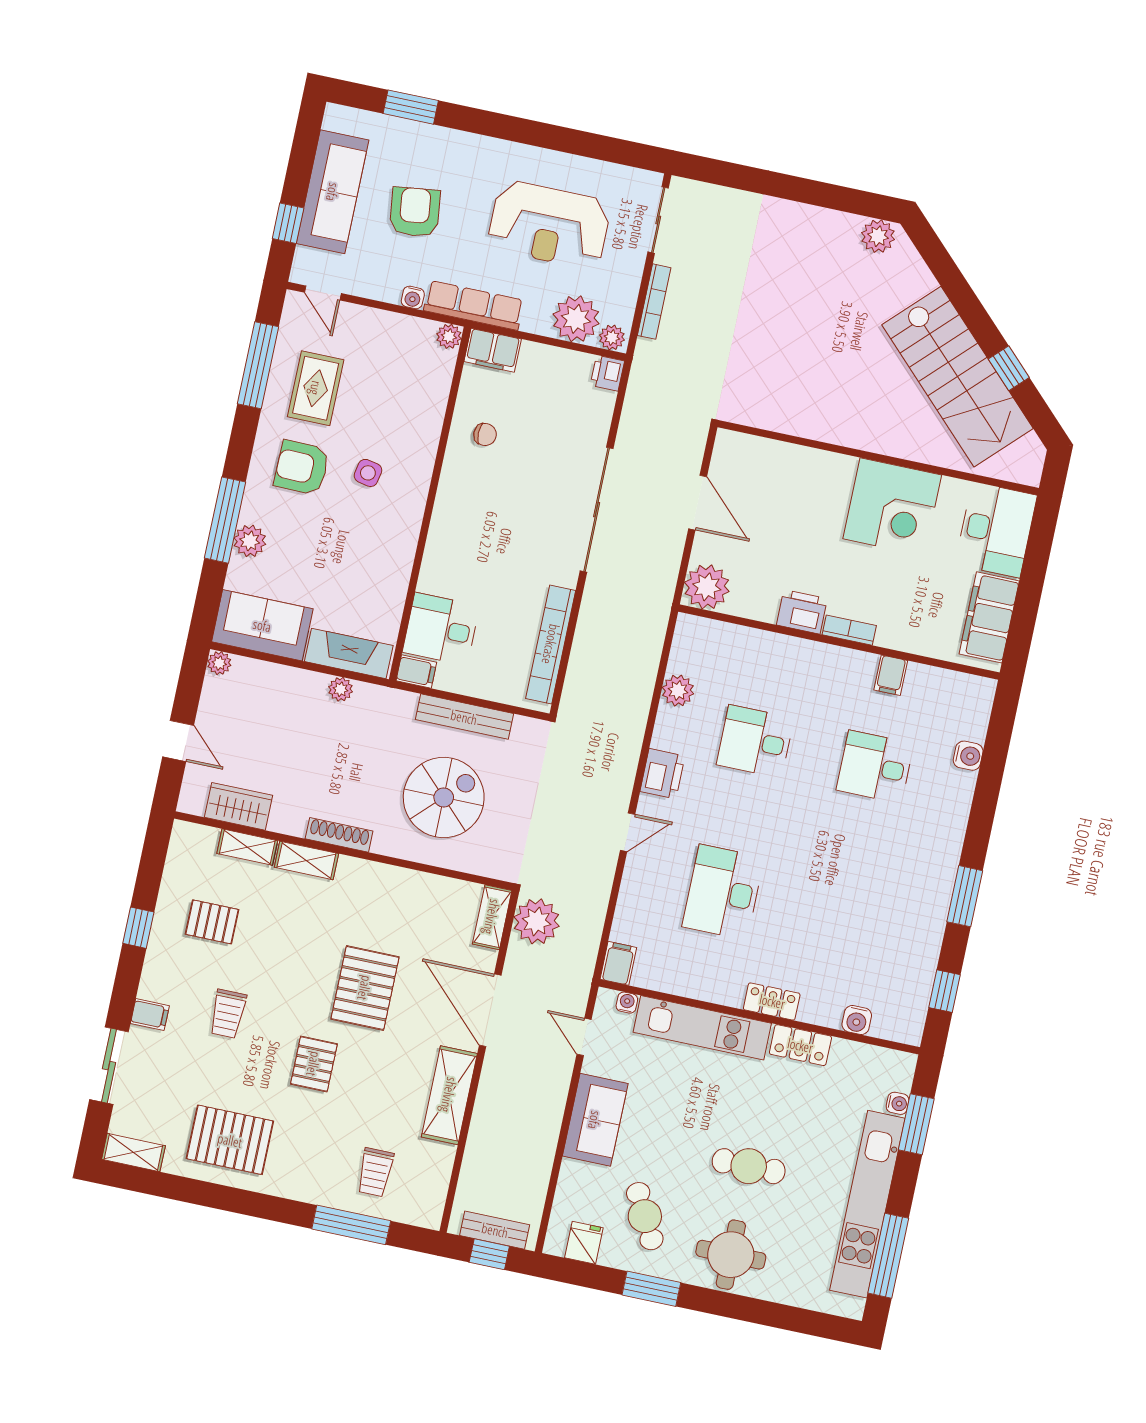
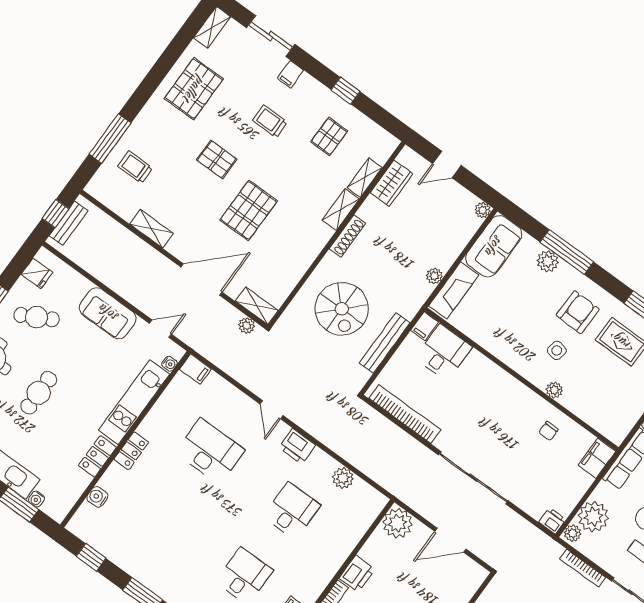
plant: (449, 336) -> (554, 390), moved
plant: (537, 921) -> (247, 325), width x0.53, depth x0.53
pallet: (365, 988) -> (249, 210), turned 90
shelving: (449, 1095) -> (152, 229), width x0.67, depth x0.75

